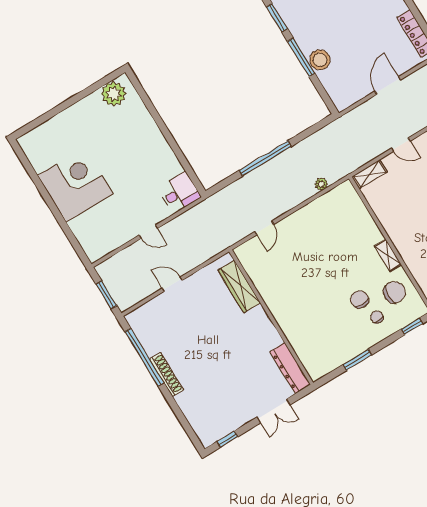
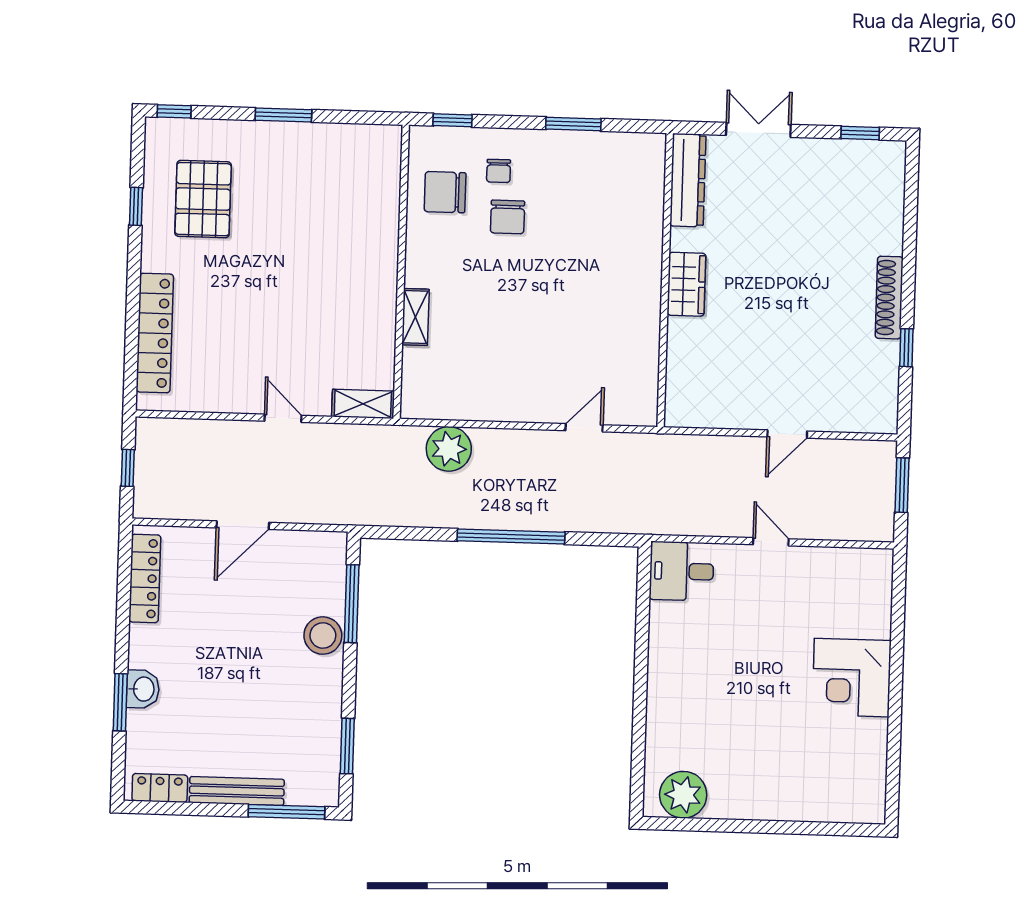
window: (301, 57) -> (352, 604), moved
plant: (321, 184) -> (449, 449), width x1.88, depth x1.88
corner desk: (75, 185) -> (852, 678), width x0.74, depth x0.74
shelving: (388, 255) -> (415, 317), moved
door: (172, 284) -> (787, 434), hinge flipped
wardrobe: (239, 286) -> (686, 284), moved, width x0.67
window: (144, 357) -> (906, 348), width x0.32

